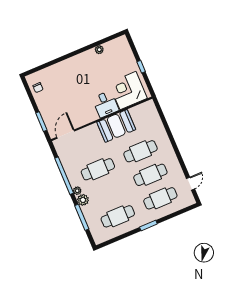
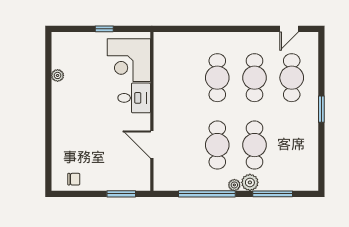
booth: (116, 126) -> (170, 96), removed
door: (66, 134) -> (152, 144), moved
door: (191, 184) -> (289, 29), swing flipped
cafe table: (118, 216) -> (254, 145), moved

